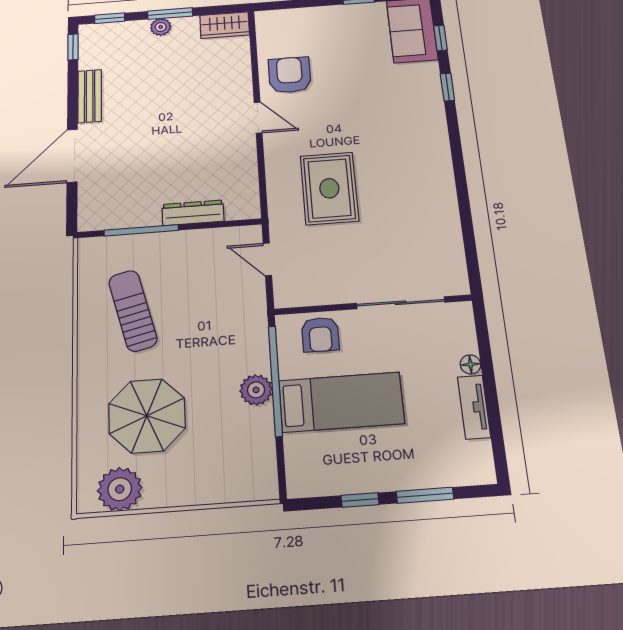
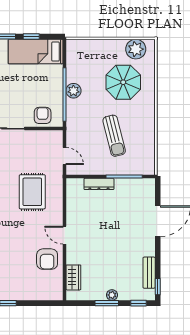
wardrobe: (225, 25) -> (73, 277), moved, turned 90
bench: (90, 96) -> (149, 273), moved
sun lounger: (133, 311) -> (114, 136), moved
bed: (341, 402) -> (36, 52), moved

